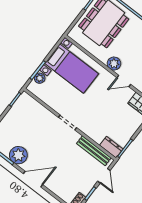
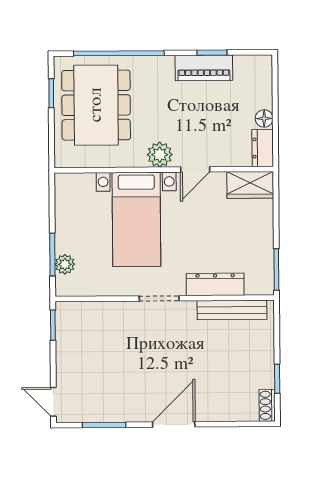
bed with nightstands: (72, 69) -> (136, 219), moved, turned 90
dresser: (111, 147) -> (215, 284), moved, width x1.44
plant: (18, 155) -> (123, 406), removed
door: (104, 176) -> (277, 336), removed

